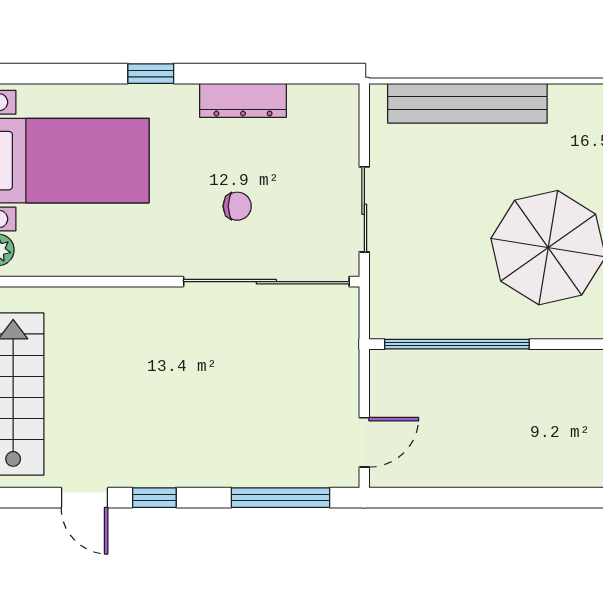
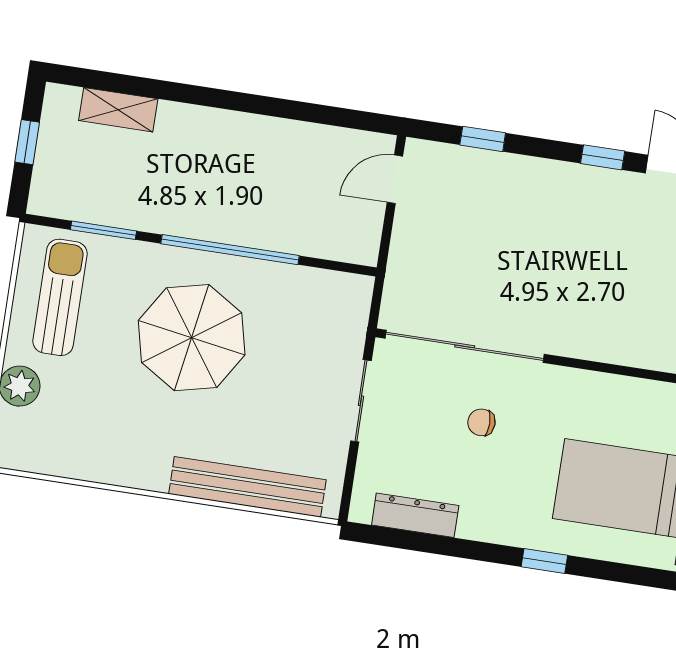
dresser: (243, 100) -> (415, 515), moved
window: (457, 344) -> (230, 250), moved
window: (280, 498) -> (483, 139), width x0.46

